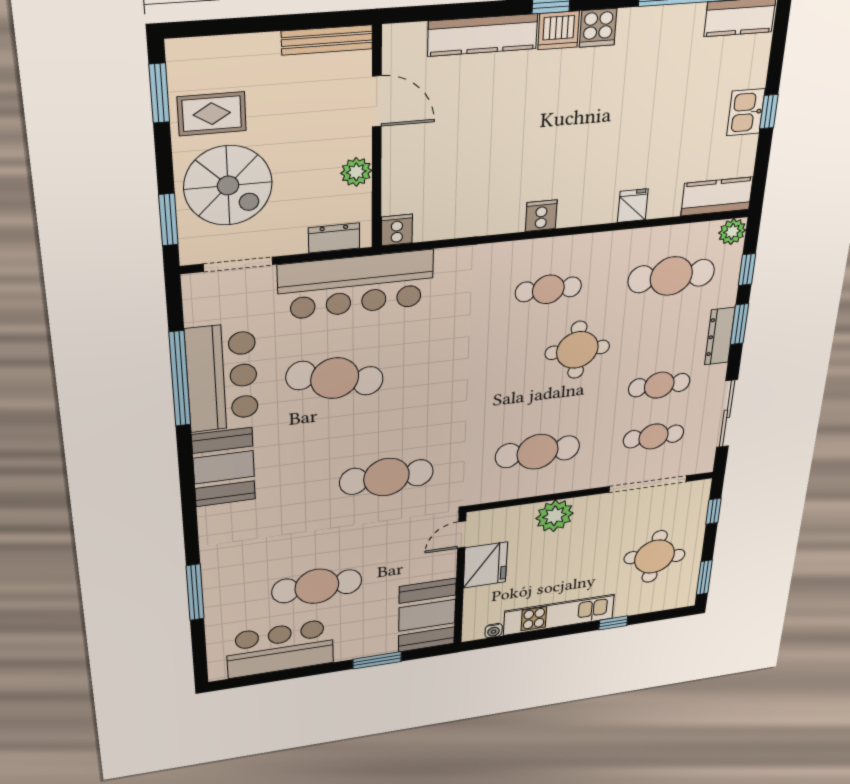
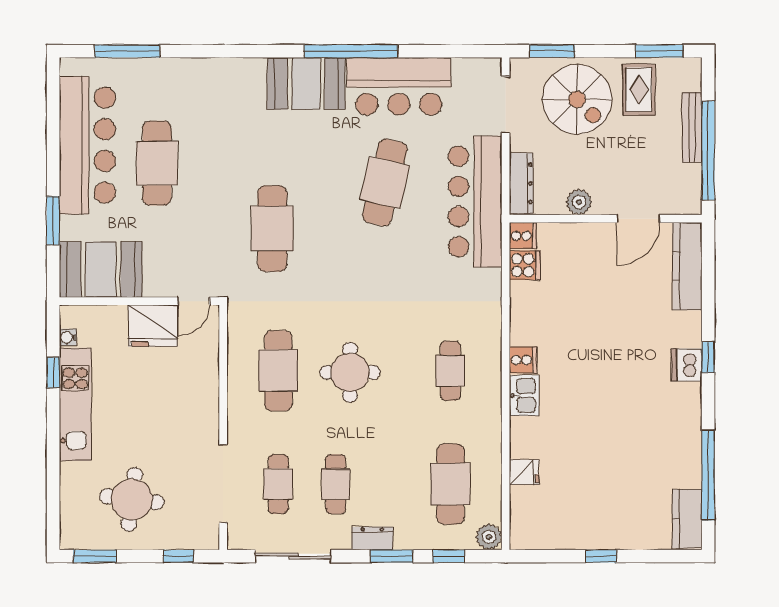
window: (288, 22) -> (708, 150), added
cooker: (598, 28) -> (525, 265), moved, turned 180
kitchen counter: (483, 35) -> (687, 266), moved
bench: (327, 40) -> (692, 128), moved
kitchen sink: (746, 112) -> (524, 395), moved, turned 90
spiral stairs: (228, 185) -> (577, 99), turned -90
kitchen counter: (717, 196) -> (525, 518), removed
fridge: (633, 206) -> (524, 472), moved
dresser: (334, 238) -> (521, 183), width x1.44
dresser: (720, 336) -> (372, 538), width x0.70
round table: (577, 350) -> (350, 372), moved
window: (180, 379) -> (351, 51), moved
plant: (555, 516) -> (201, 392), removed
door: (462, 535) -> (194, 301), swing flipped
window: (195, 592) -> (127, 51), moved
window: (613, 623) -> (53, 372), moved
bar counter: (280, 649) -> (87, 145), width x1.36

